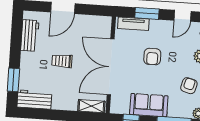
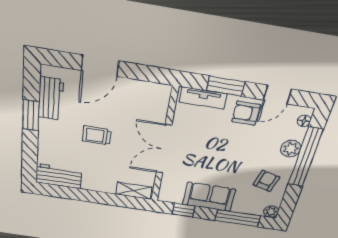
armchair: (152, 57) -> (246, 113), moved, turned 90
double door: (111, 67) -> (164, 149), width x0.73
window: (13, 80) -> (31, 115), moved

